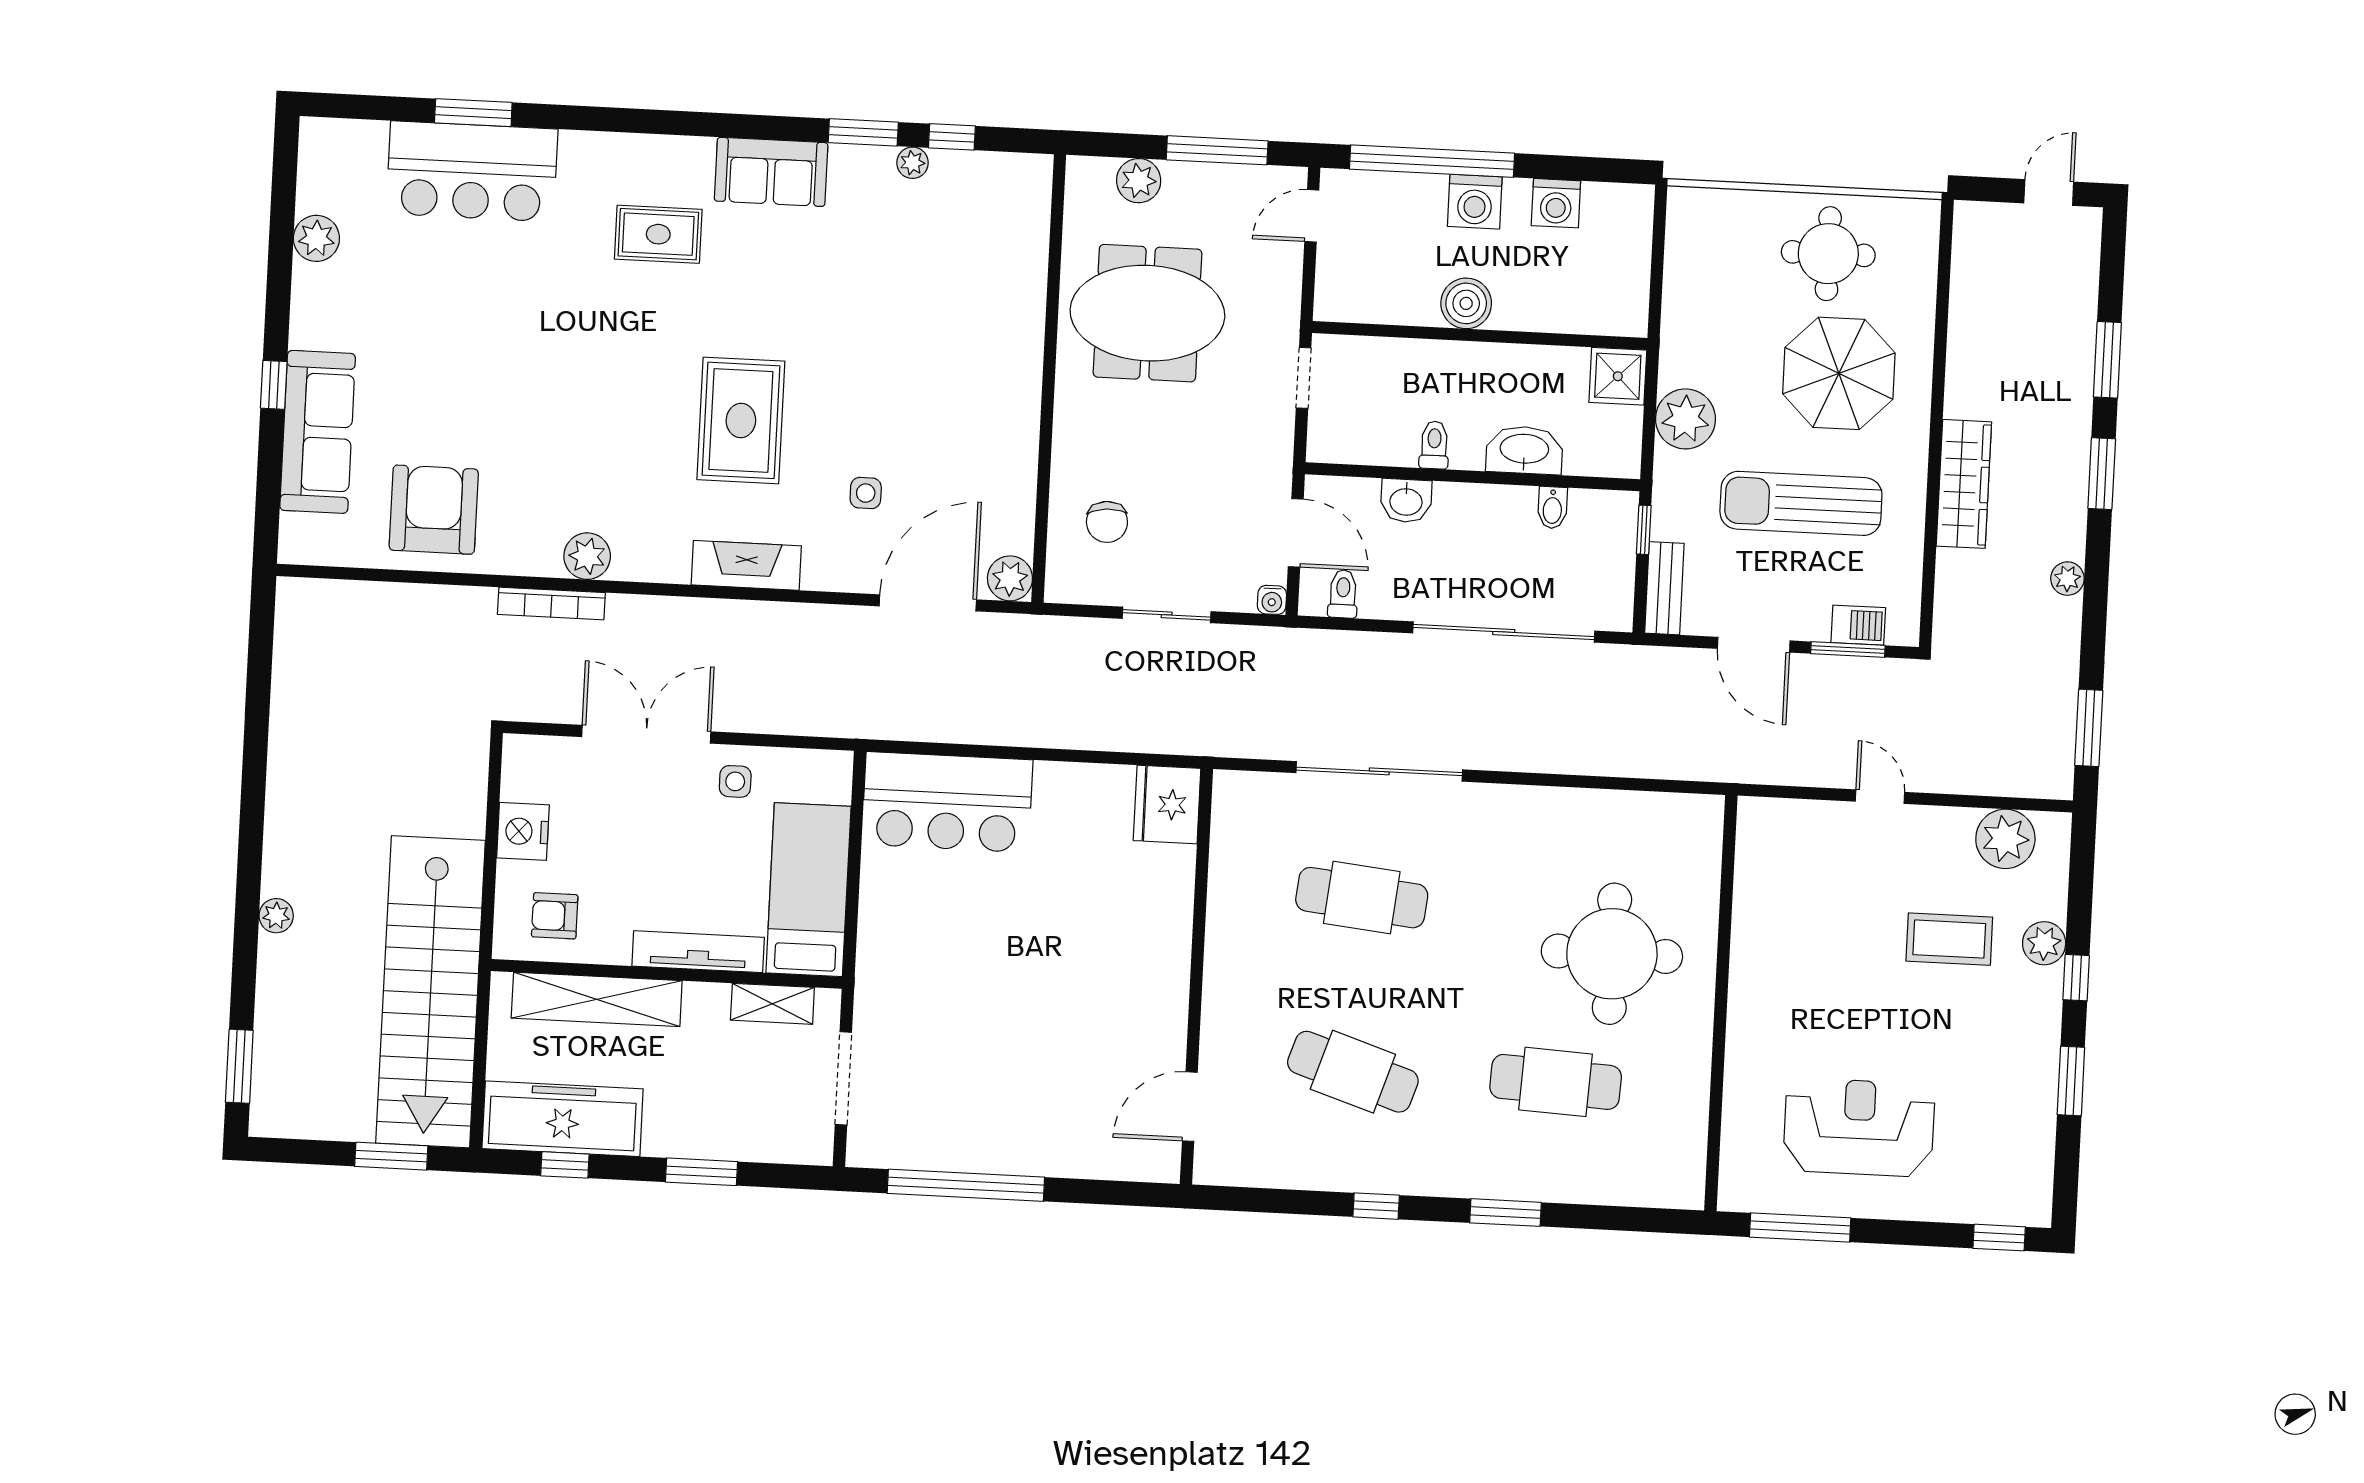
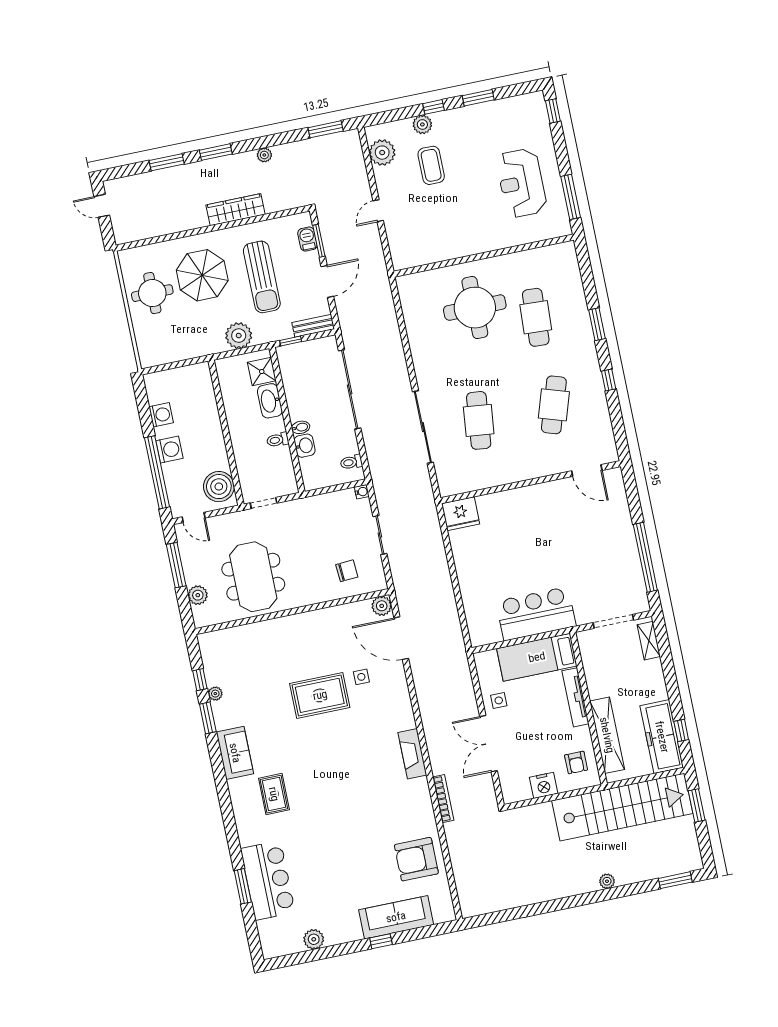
boiler: (1466, 303) -> (219, 487), moved, width x1.37, depth x1.37
shower: (1618, 376) -> (262, 372), moved
rug: (741, 420) -> (320, 695), moved
bidet: (1552, 508) -> (301, 427), moved
door: (1296, 533) -> (331, 489), removed
plant: (587, 556) -> (419, 789), removed
fireplace: (746, 565) -> (412, 754), moved
bar counter: (947, 802) -> (536, 614), moved, turned -90
shelving: (772, 1004) -> (649, 641), moved
window: (701, 1172) -> (669, 671), removed

